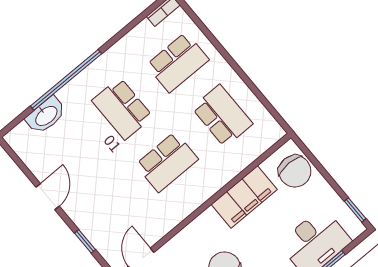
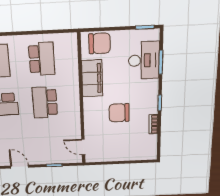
school desk: (222, 116) -> (42, 59), turned 90
school desk: (167, 162) -> (45, 102), turned 180

